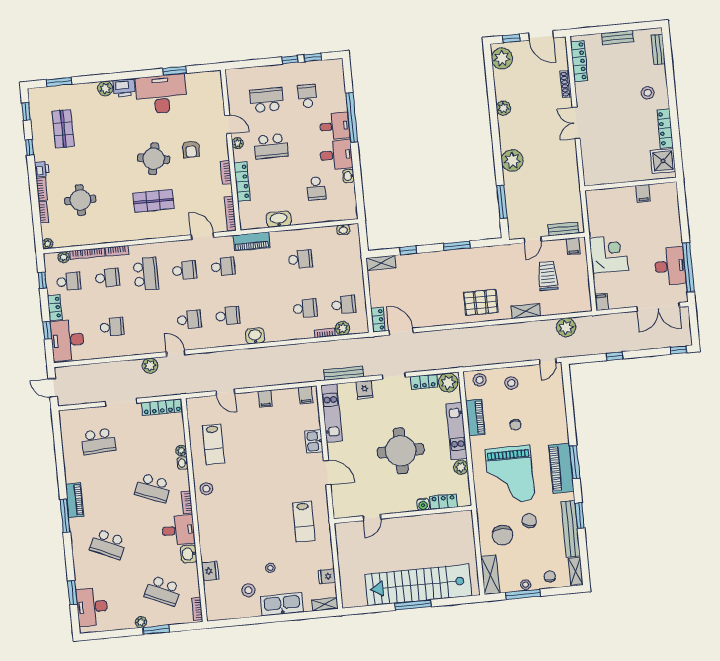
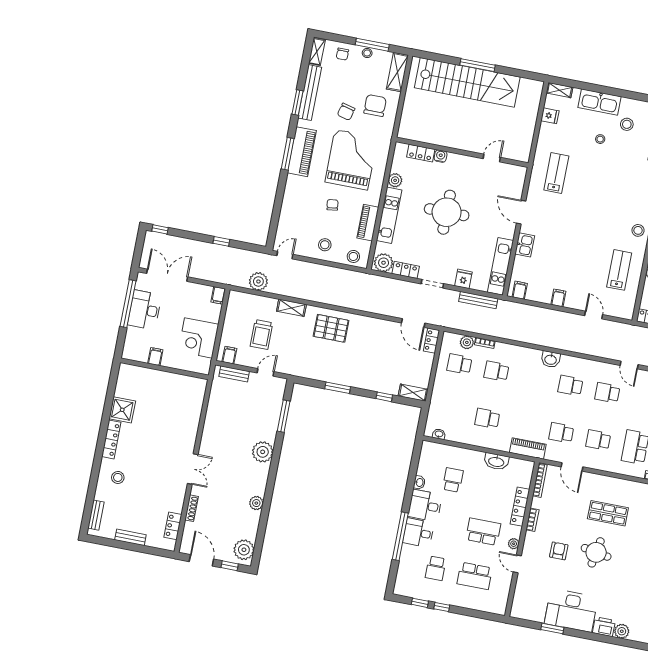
locker: (579, 61) -> (173, 526), width x0.66
wall: (630, 184) -> (164, 369), moved
filing cabinet: (643, 193) -> (155, 357), moved

